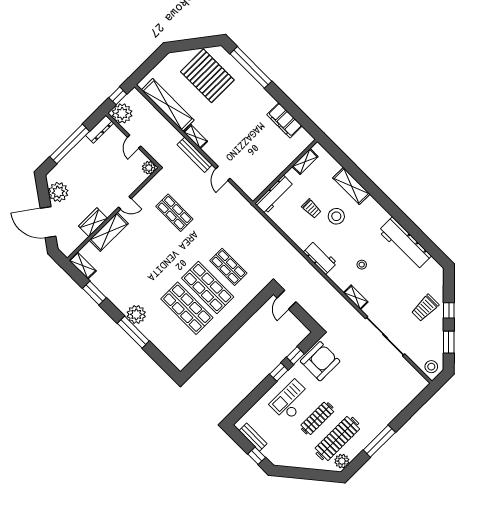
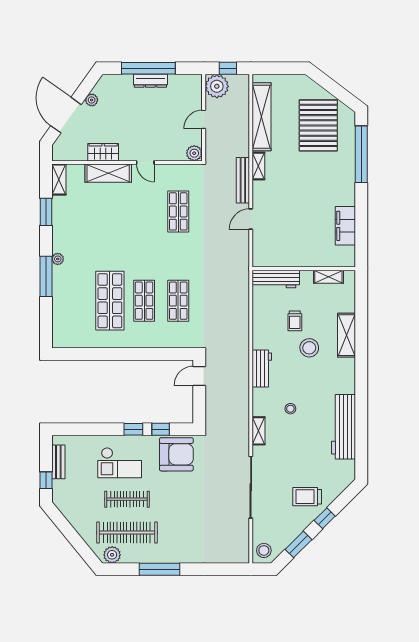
dresser: (100, 129) -> (150, 81), moved
plant: (58, 192) -> (92, 100), width x0.53, depth x0.53
shop shelf: (208, 288) -> (144, 301), width x0.70, depth x0.74
plant: (136, 314) -> (58, 259), width x0.53, depth x0.53
checkout: (291, 401) -> (120, 463), turned 180

